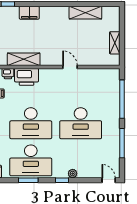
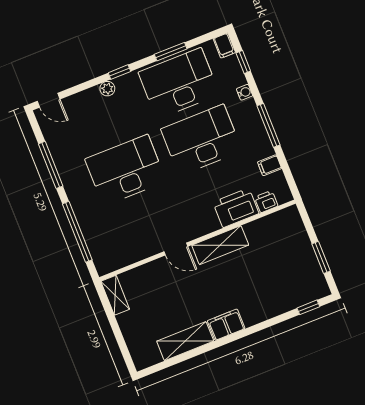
filing cabinet: (29, 13) -> (226, 325), moved
shelving: (115, 43) -> (115, 295), moved
shelving: (24, 59) -> (220, 245), moved

